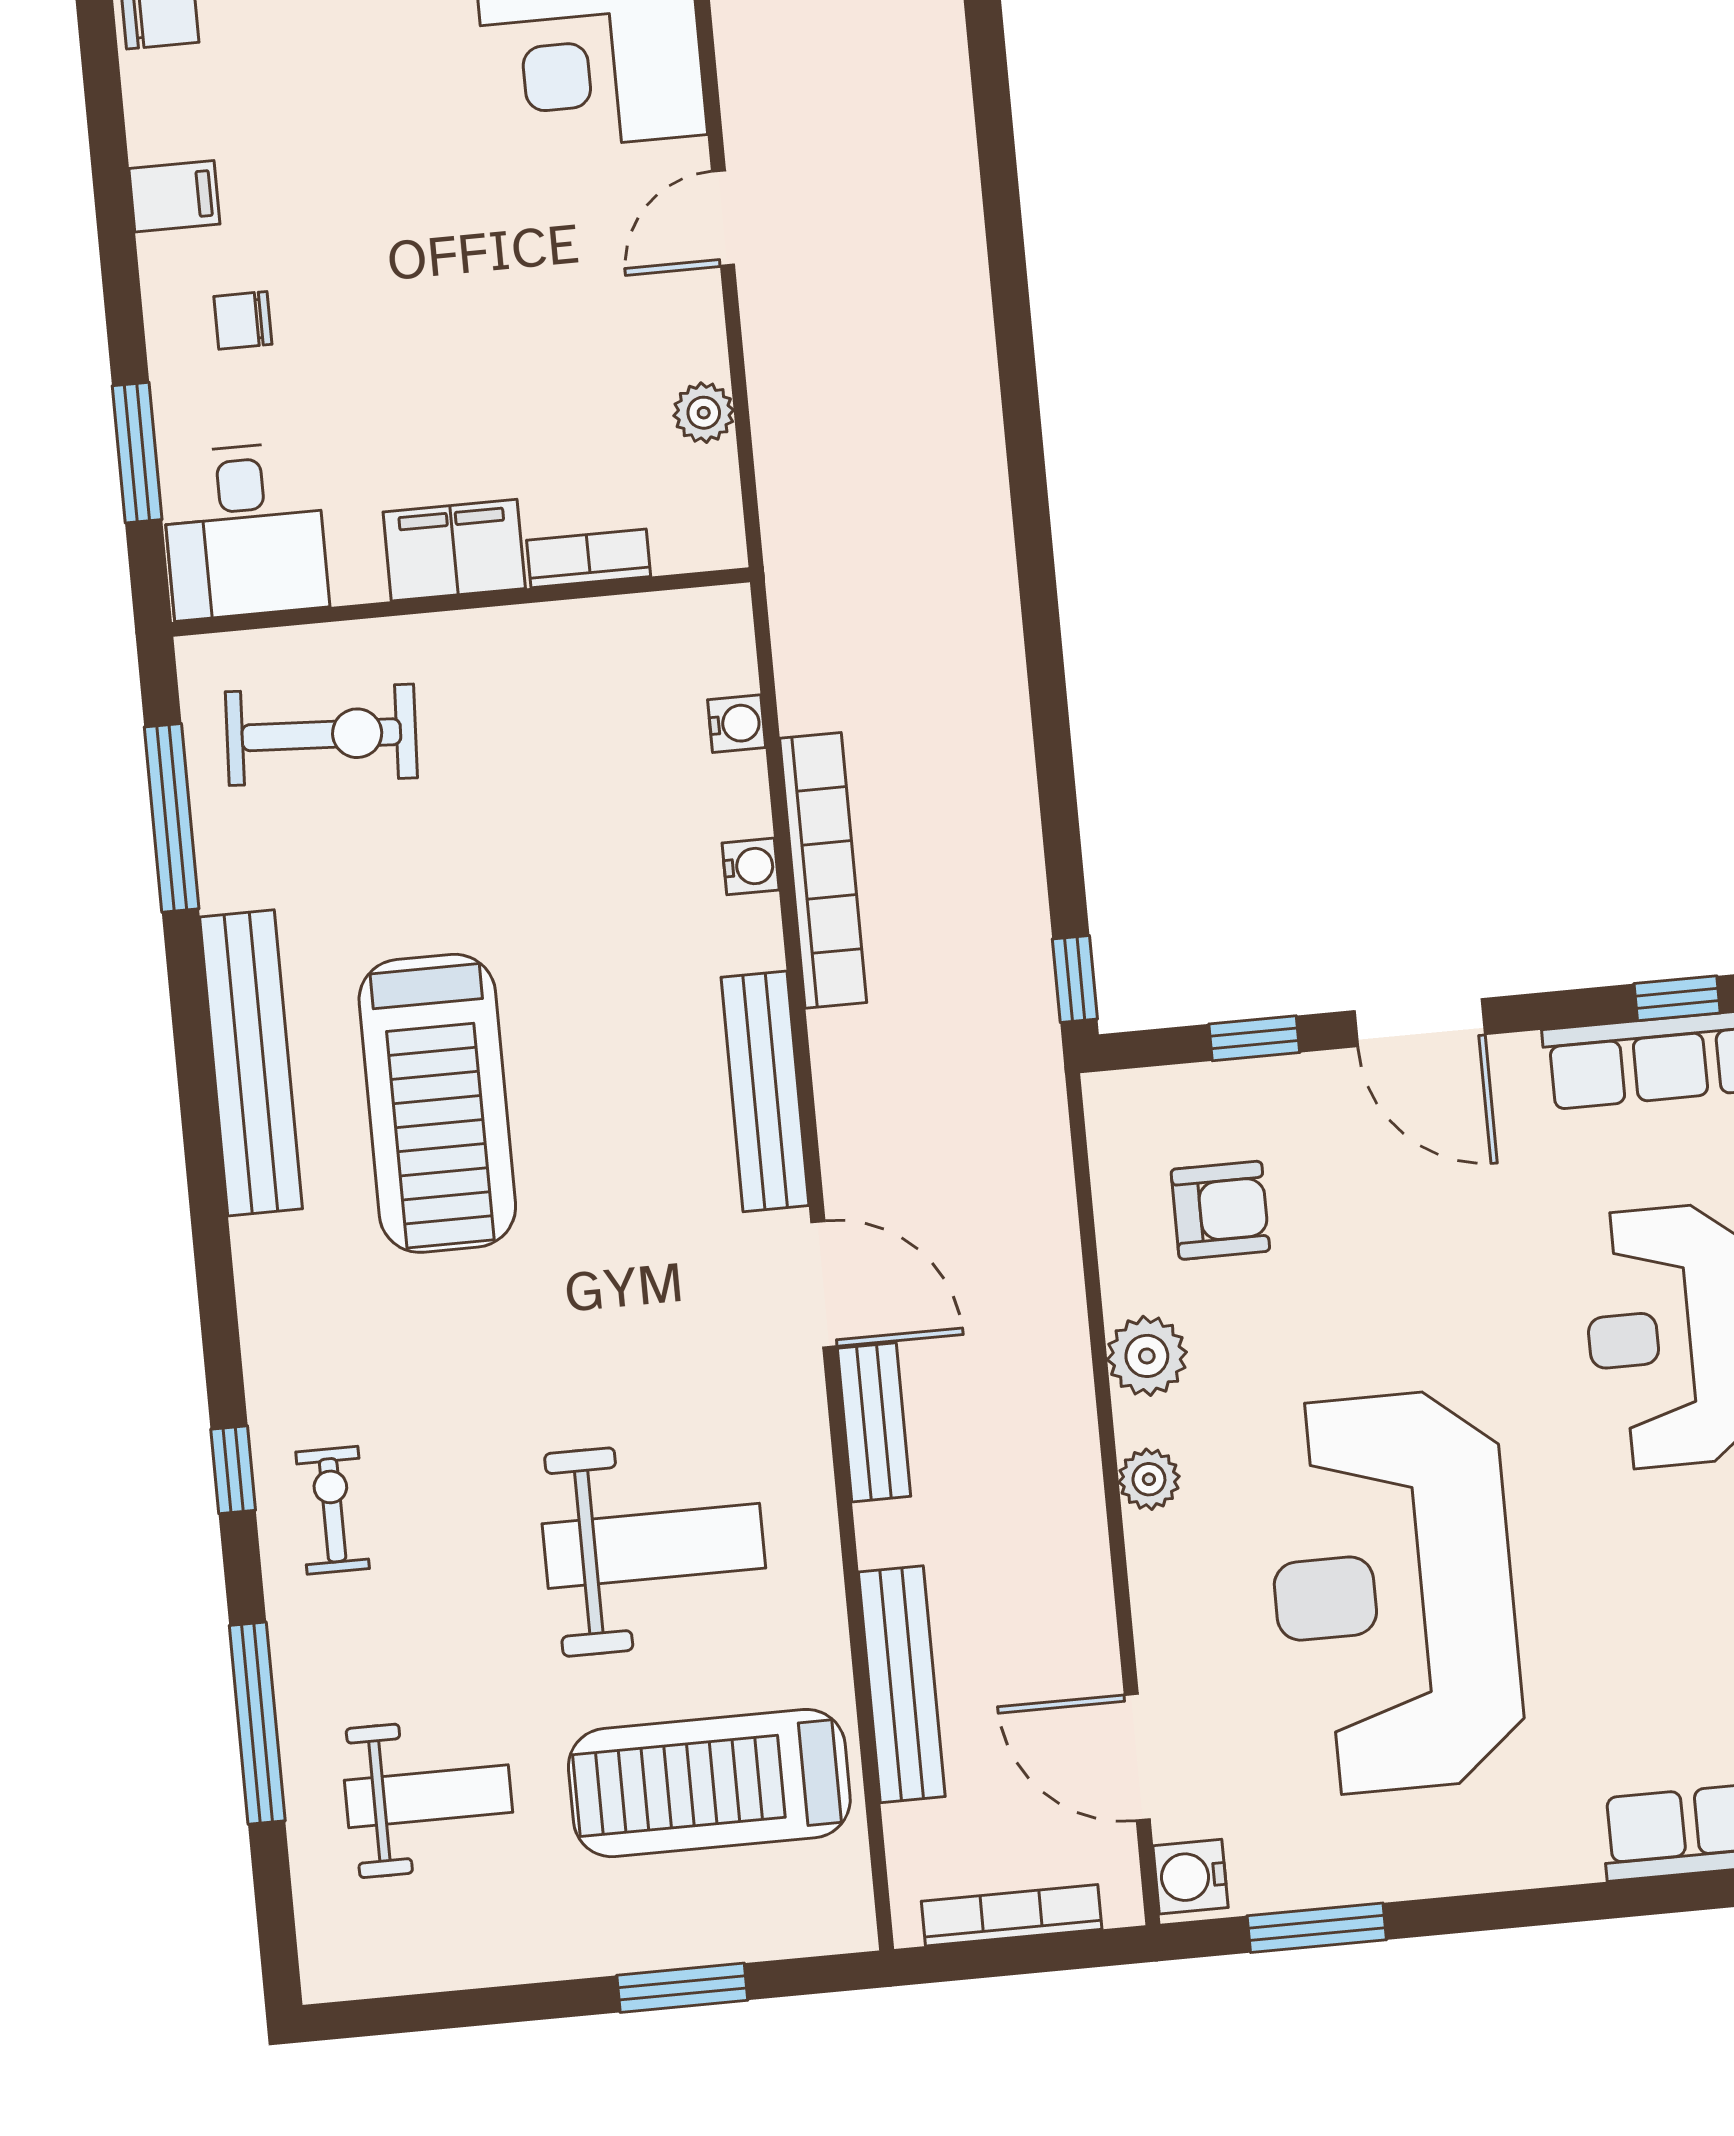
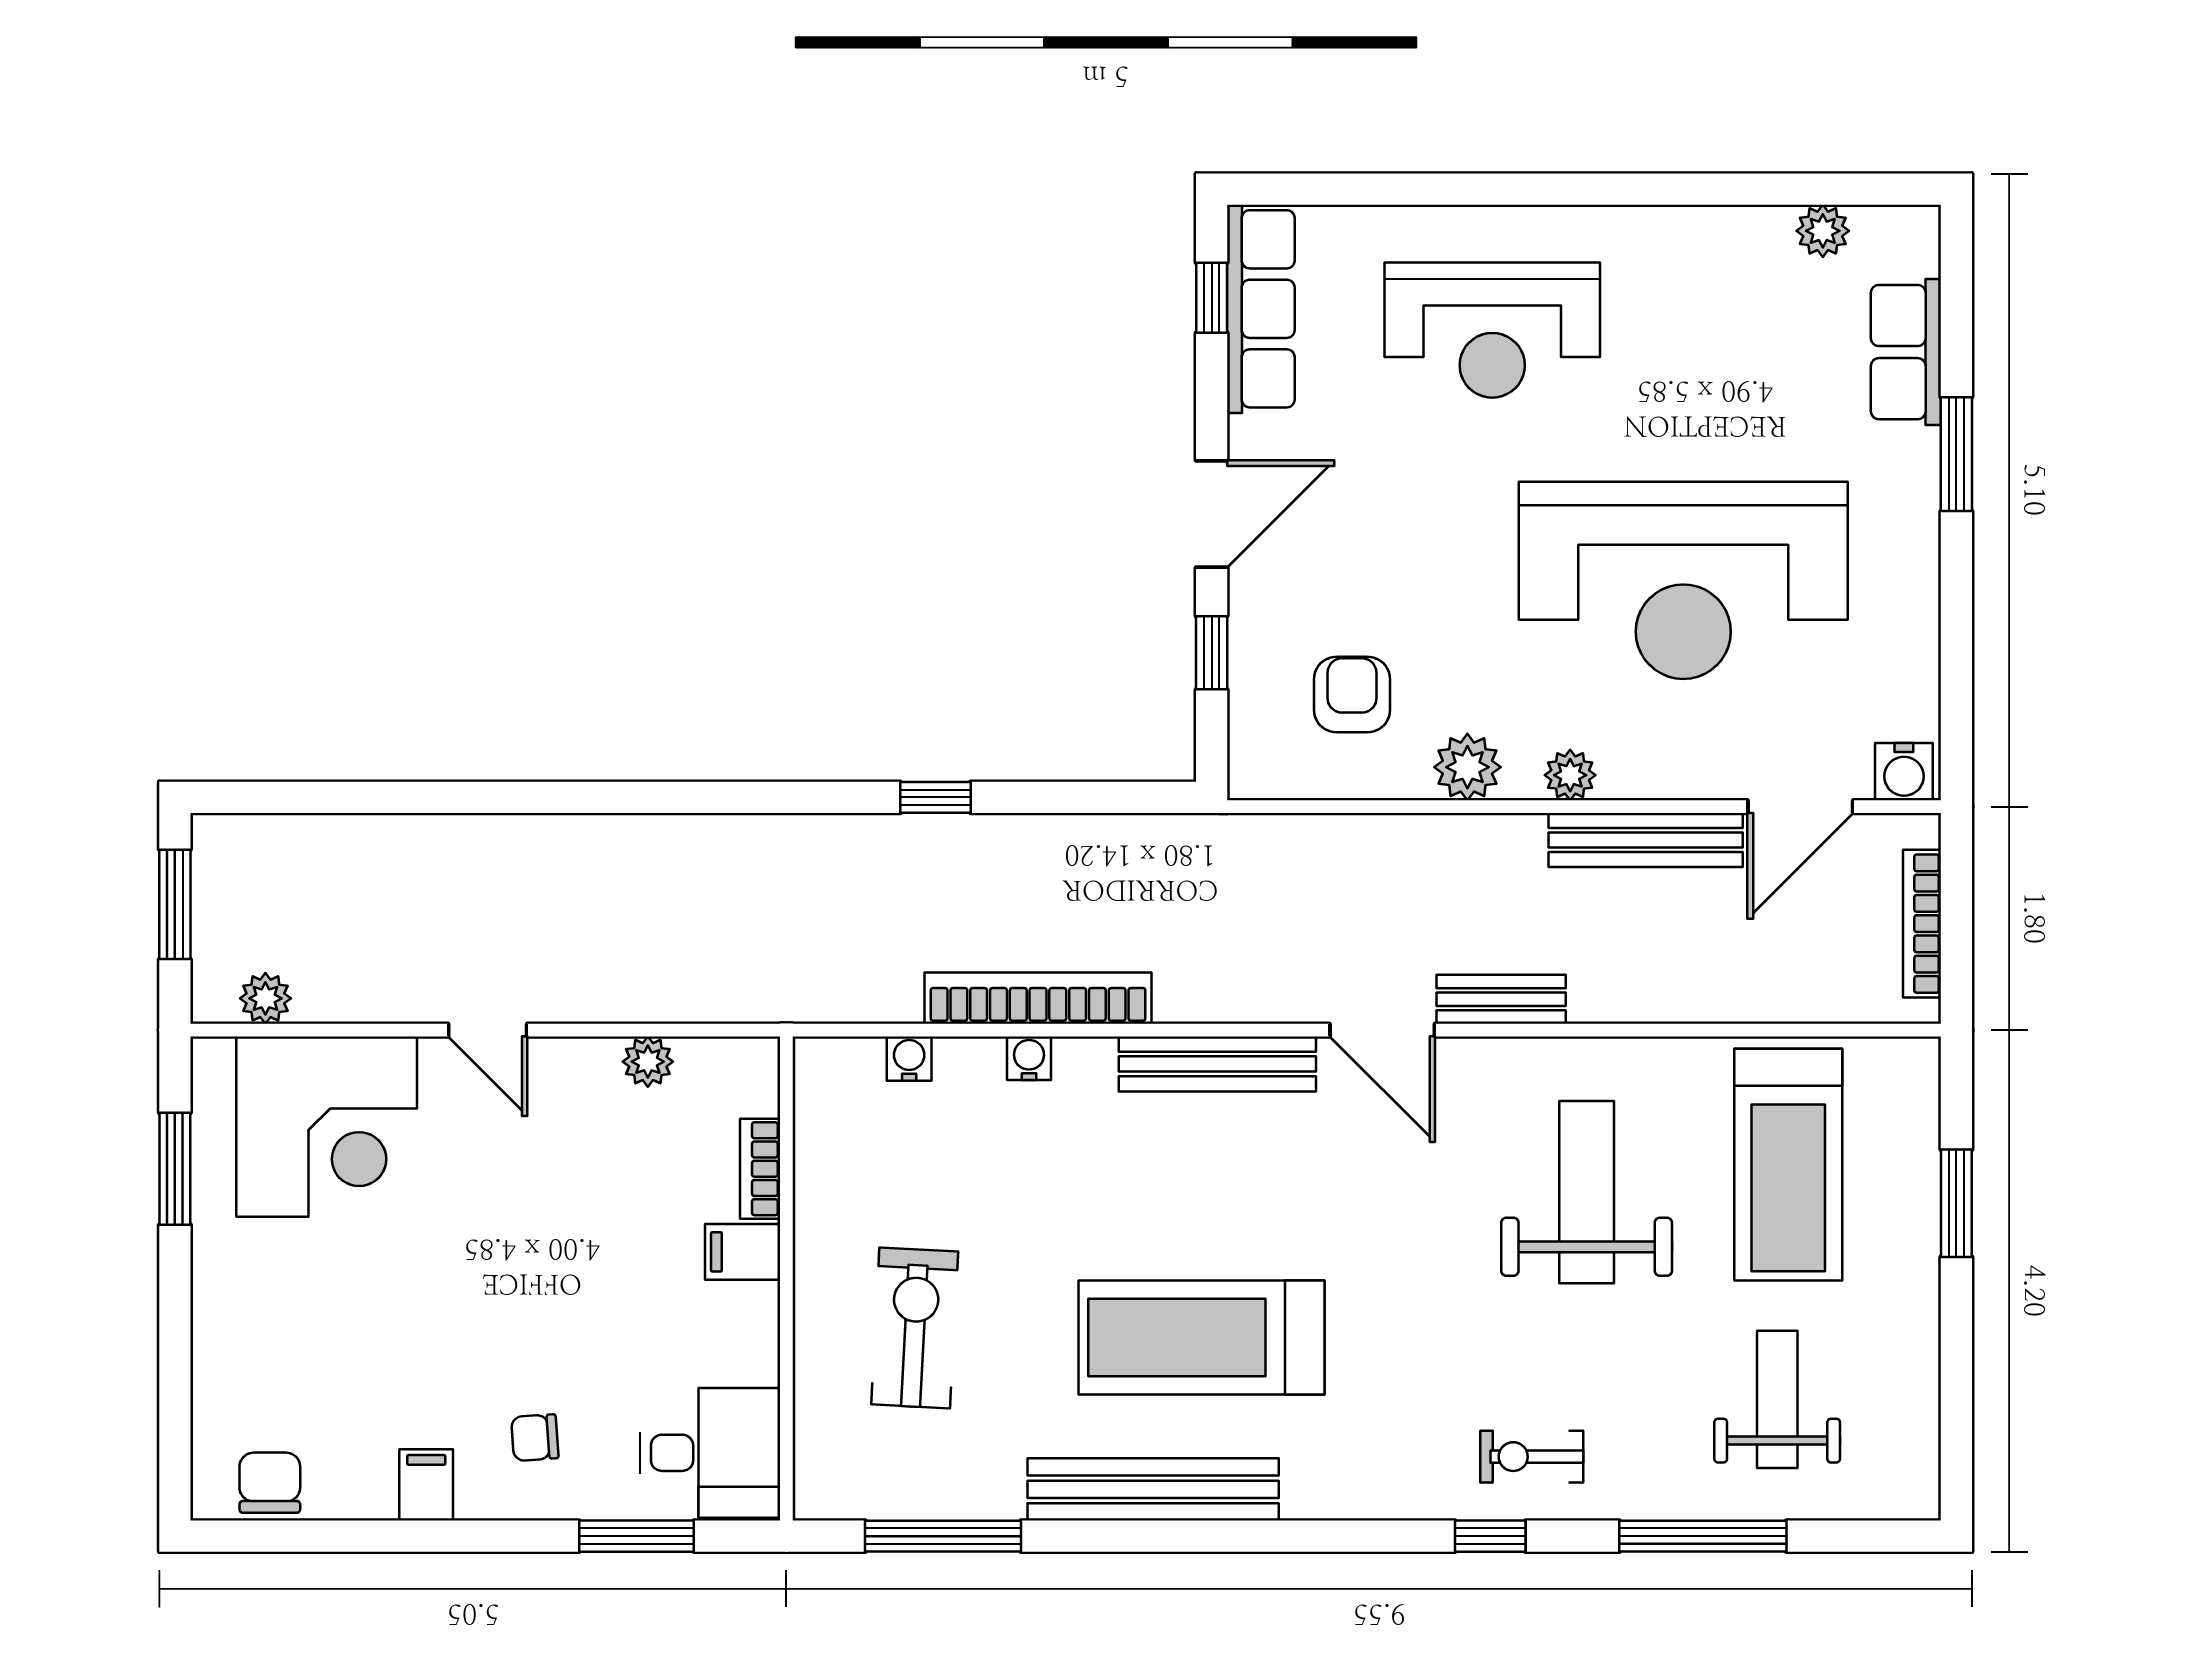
chair: (243, 320) -> (535, 1438), turned 86
filing cabinet: (454, 550) -> (743, 1252), width x0.50
exercise bike: (321, 735) -> (915, 1328), moved
window: (1075, 979) -> (935, 797), moved
treadmill: (437, 1103) -> (1201, 1337), turned 180
door: (824, 1284) -> (1382, 1030), swing flipped
bench: (902, 1684) -> (1646, 840), moved
window: (1317, 1928) -> (1956, 454), moved

